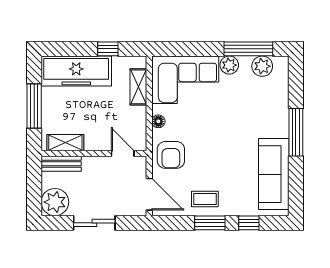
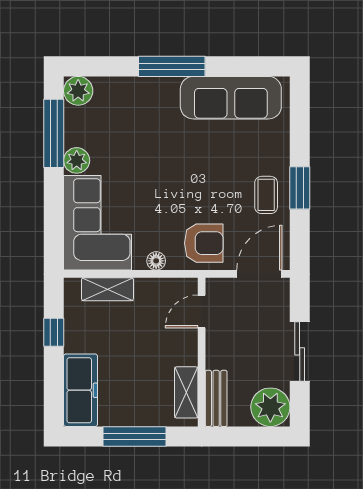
plant: (262, 66) -> (78, 91), moved
freezer: (76, 71) -> (81, 390), width x0.73, depth x0.79
window: (249, 223) -> (300, 133), removed

